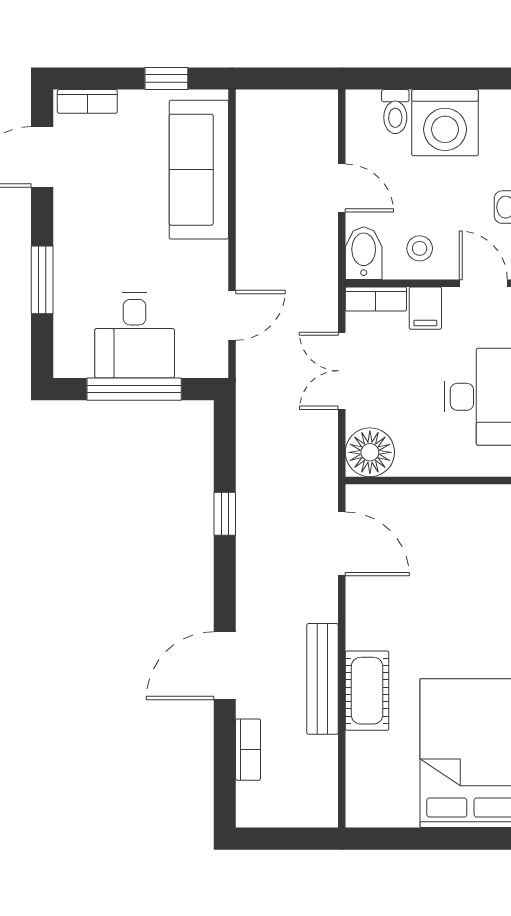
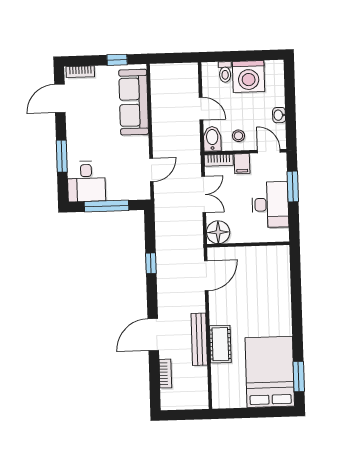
desk: (135, 335) -> (86, 181), moved
double door: (342, 371) -> (204, 194), swing flipped
door: (342, 544) -> (206, 276), hinge flipped

